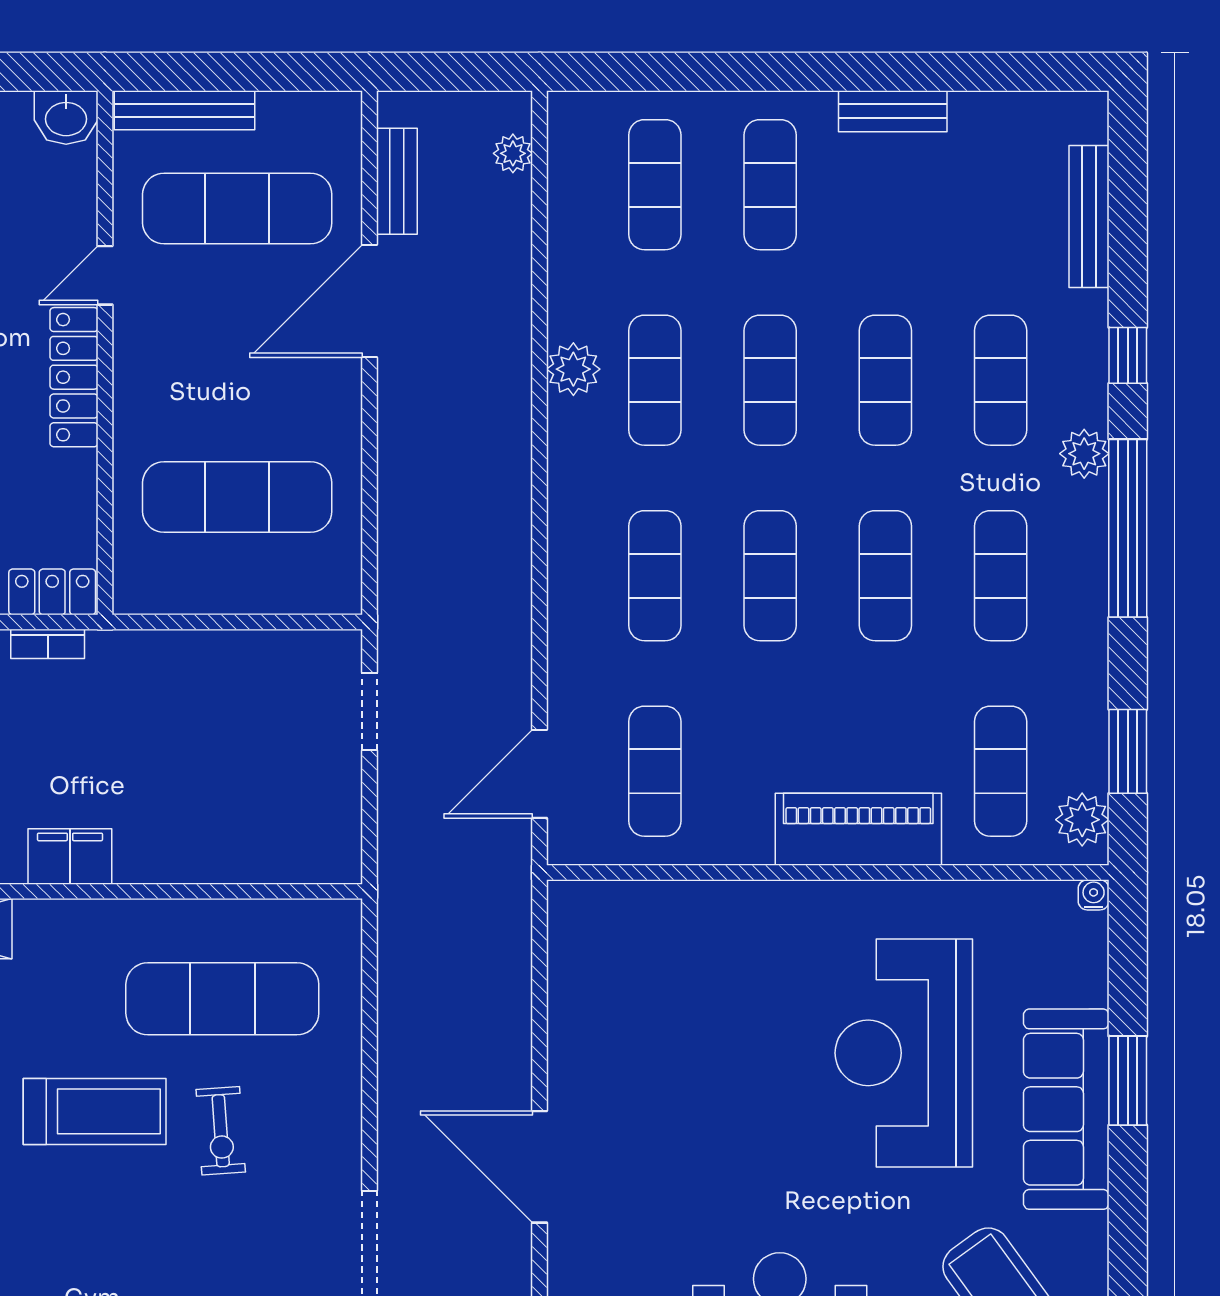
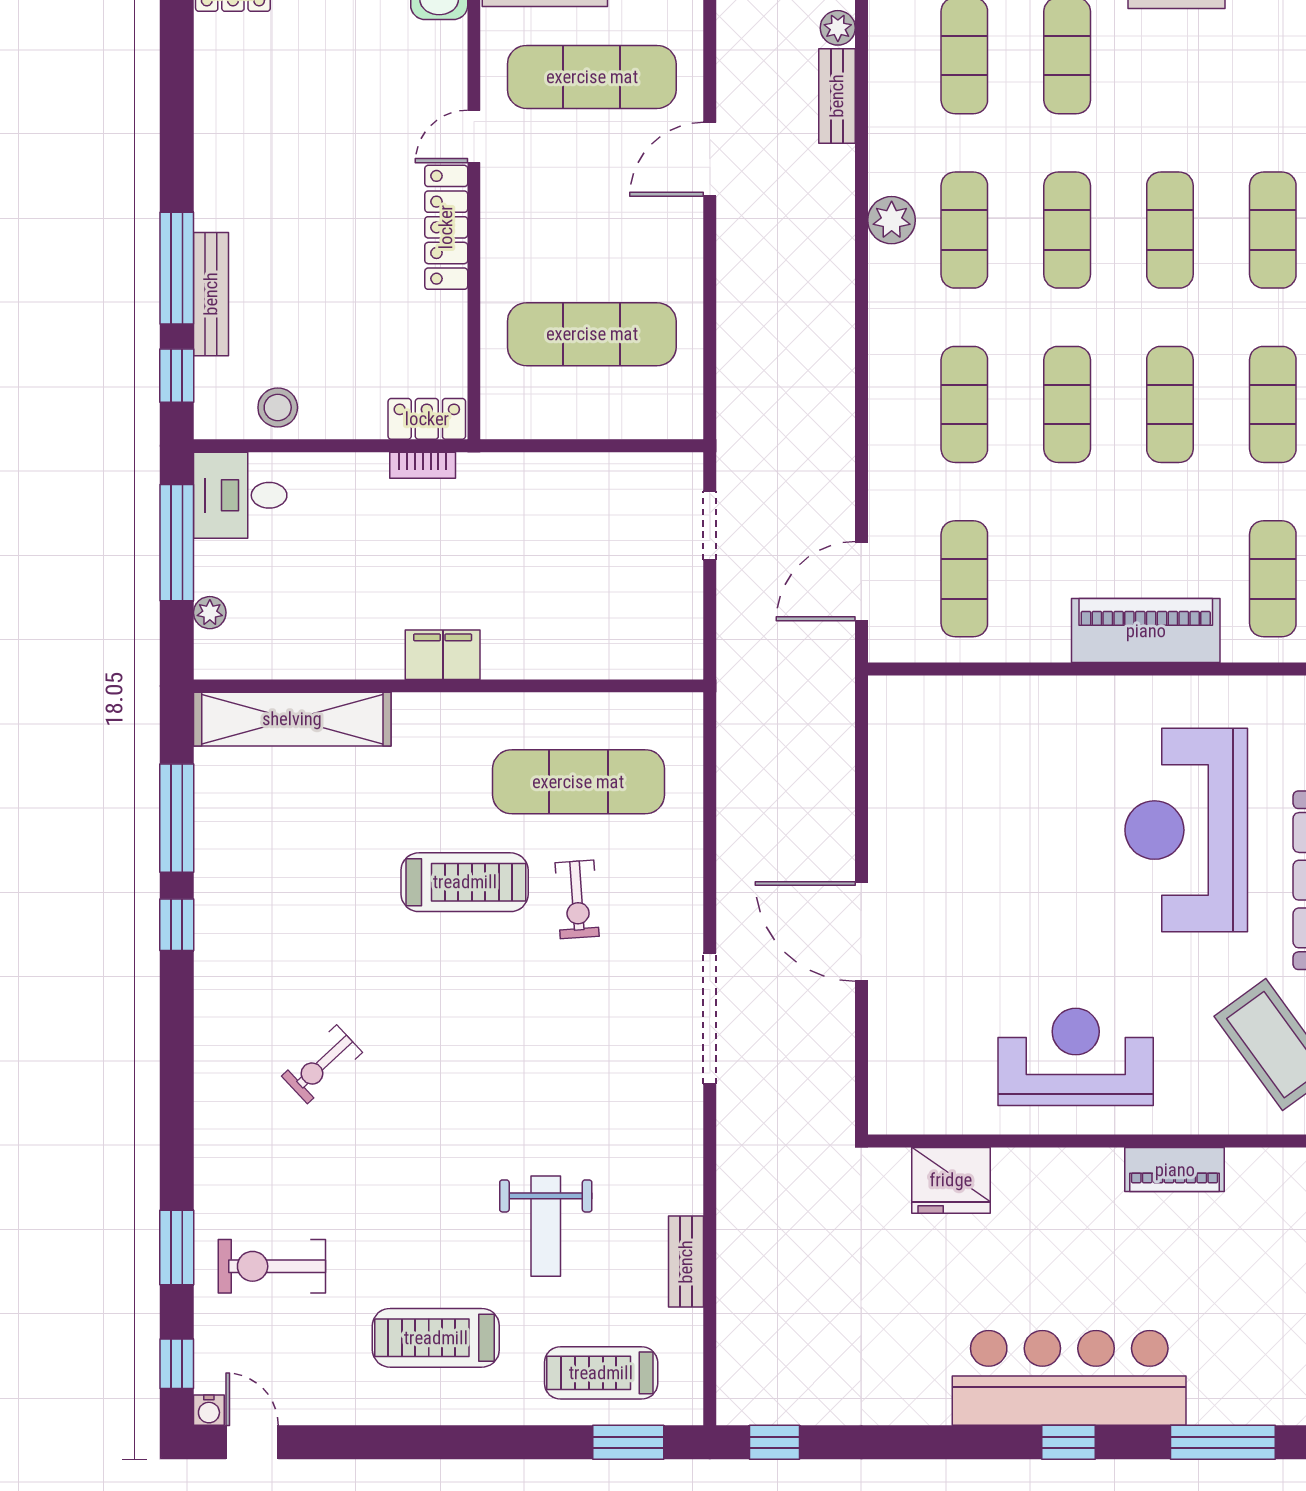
bench: (397, 181) -> (837, 96), moved
door: (369, 301) -> (710, 159), width x0.73

